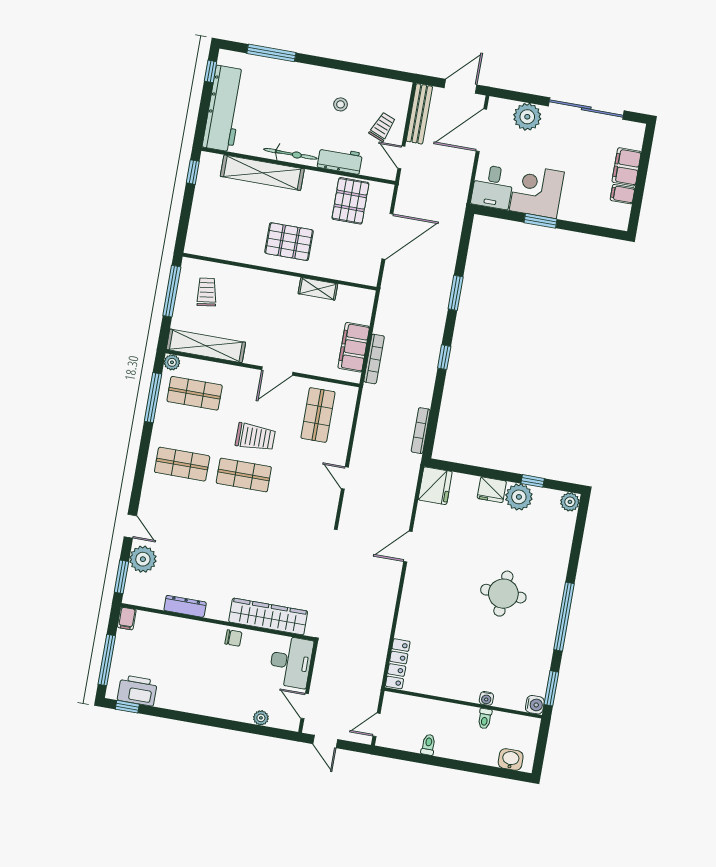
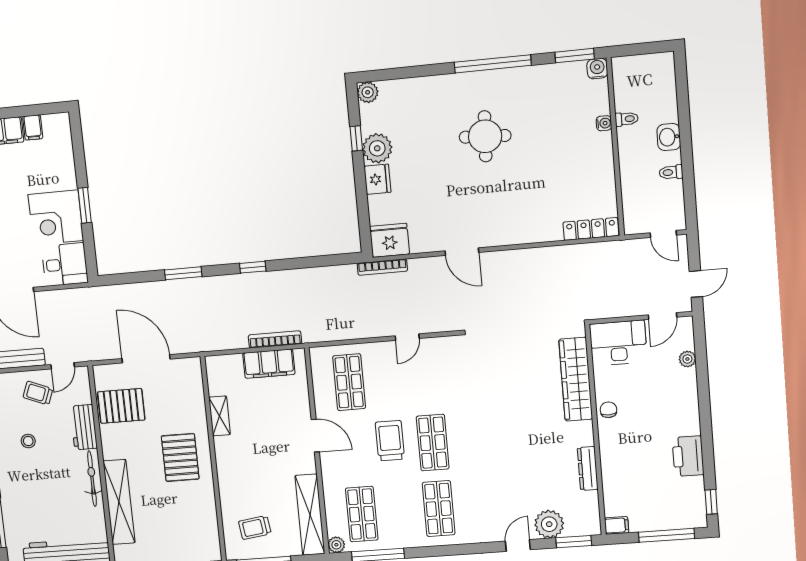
shop shelf: (318, 415) -> (349, 382), turned 90
bookcase: (421, 431) -> (382, 267), moved
printer: (137, 690) -> (688, 456), moved
washbasin: (511, 759) -> (669, 137), moved

